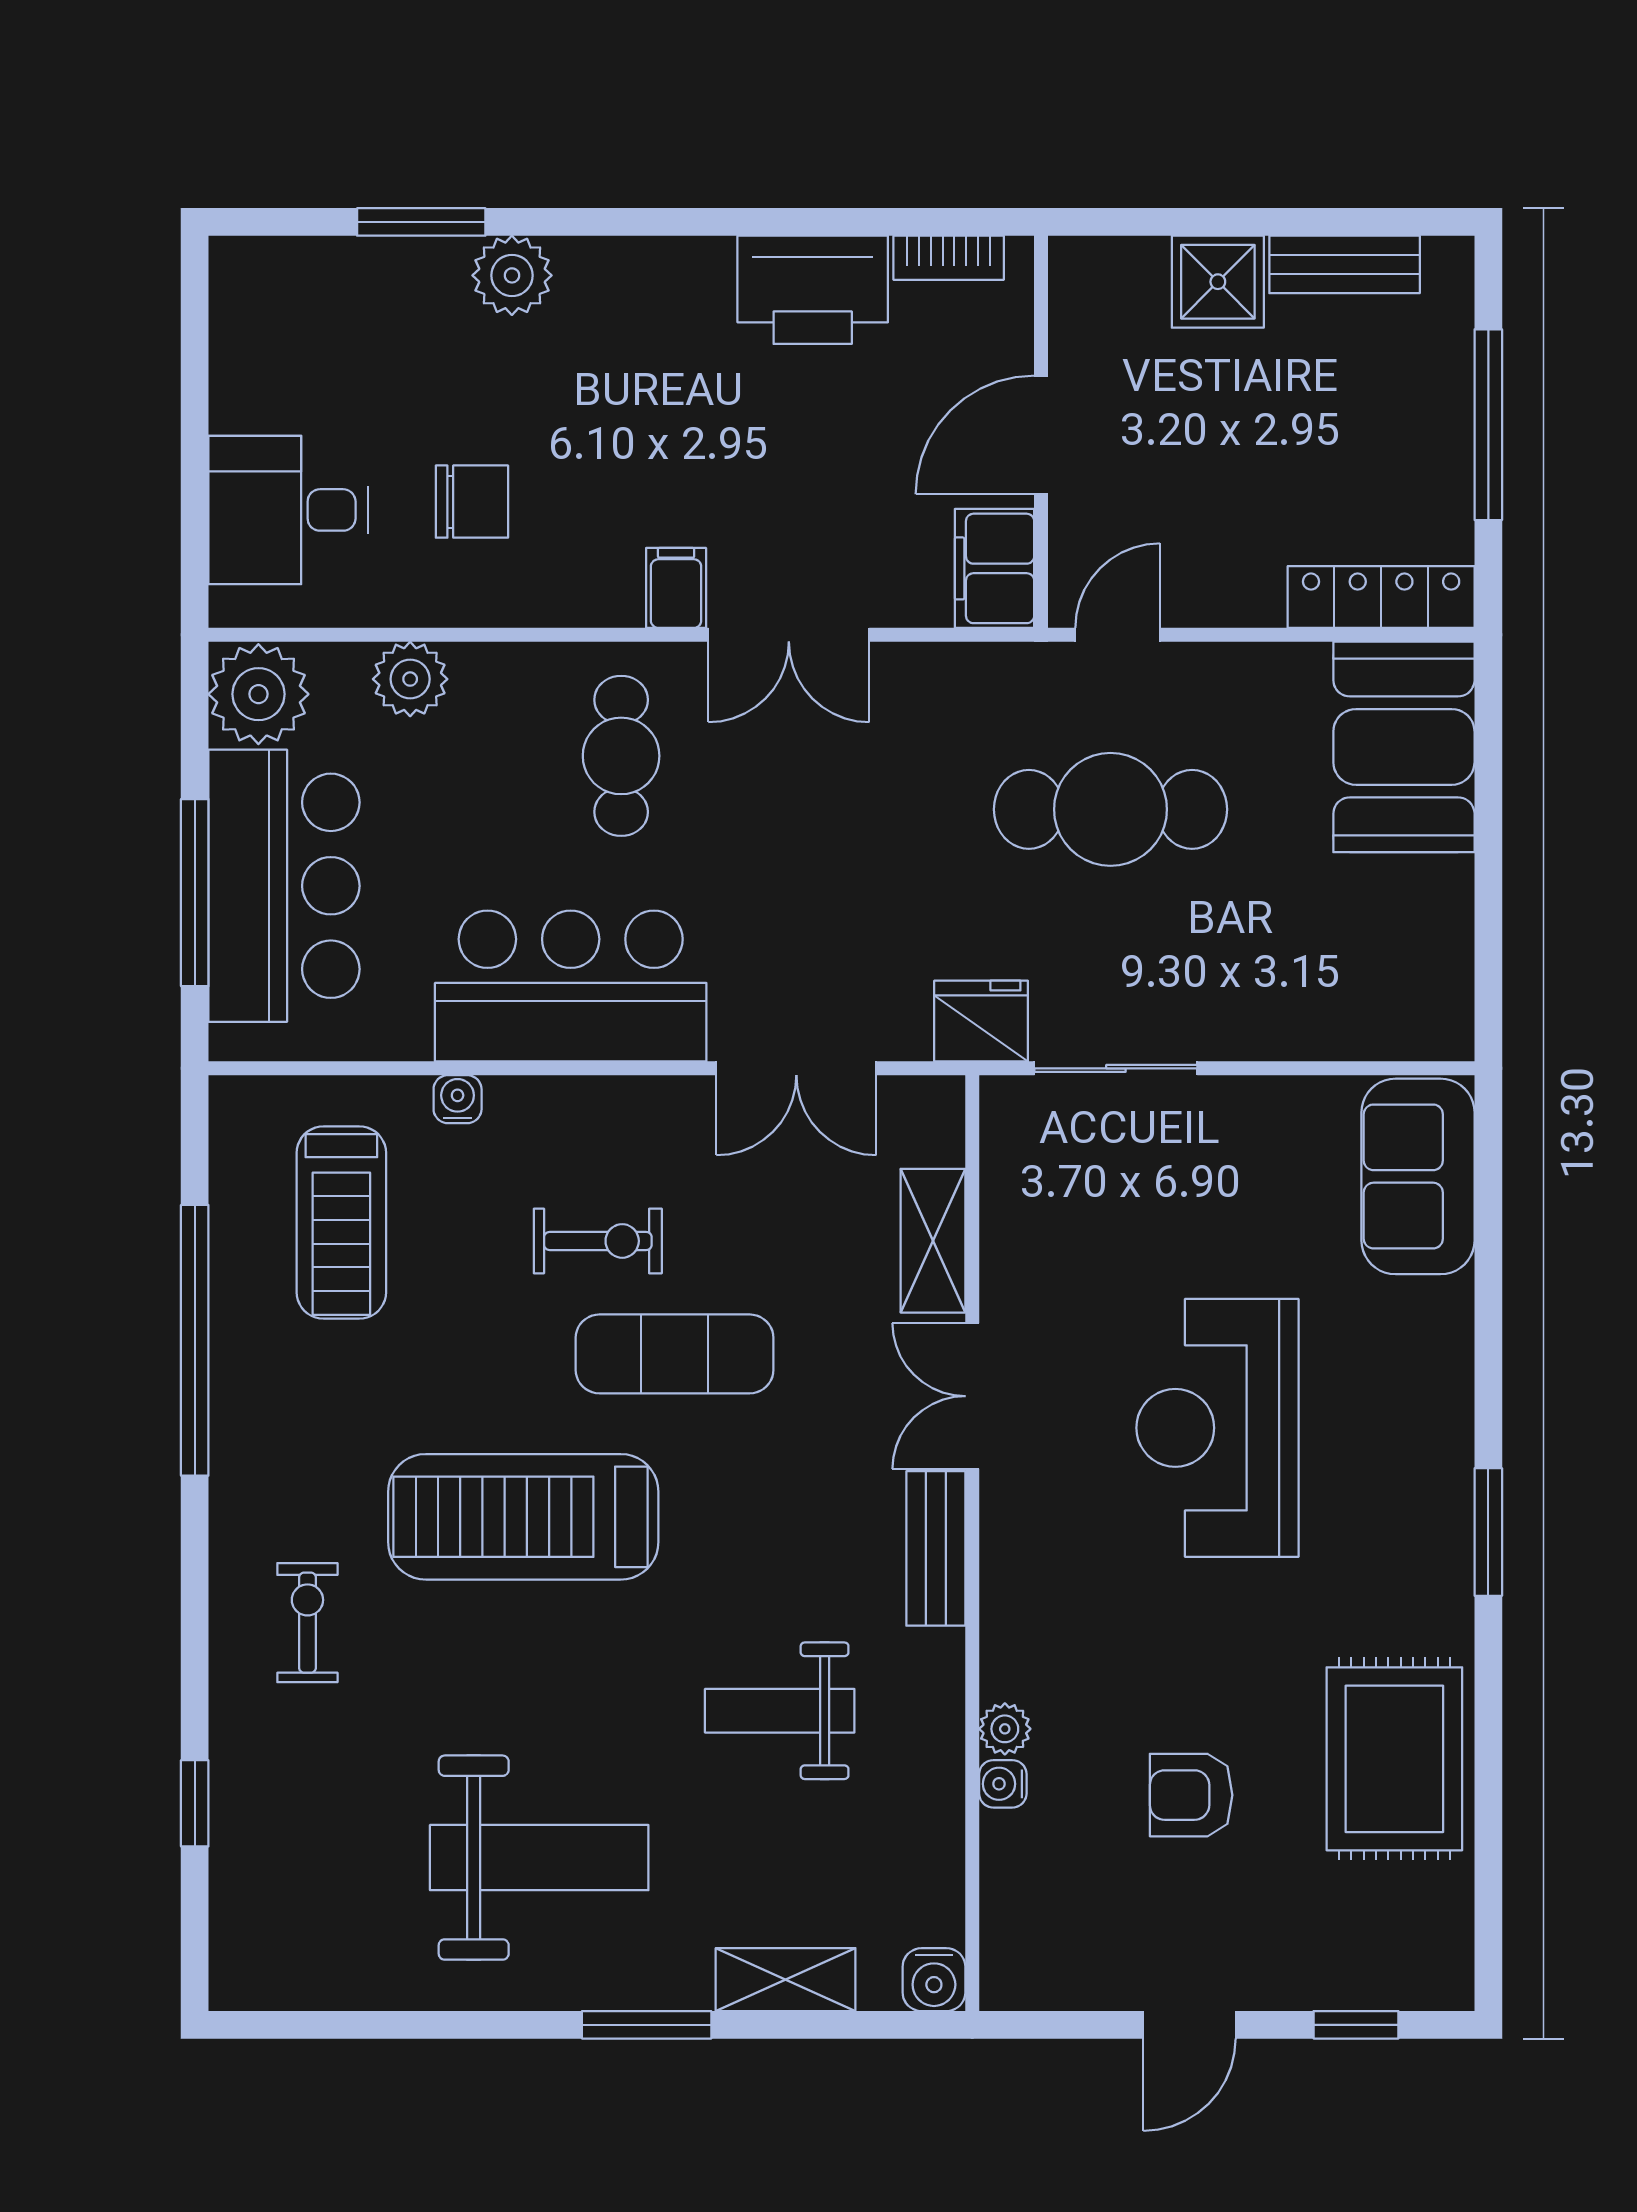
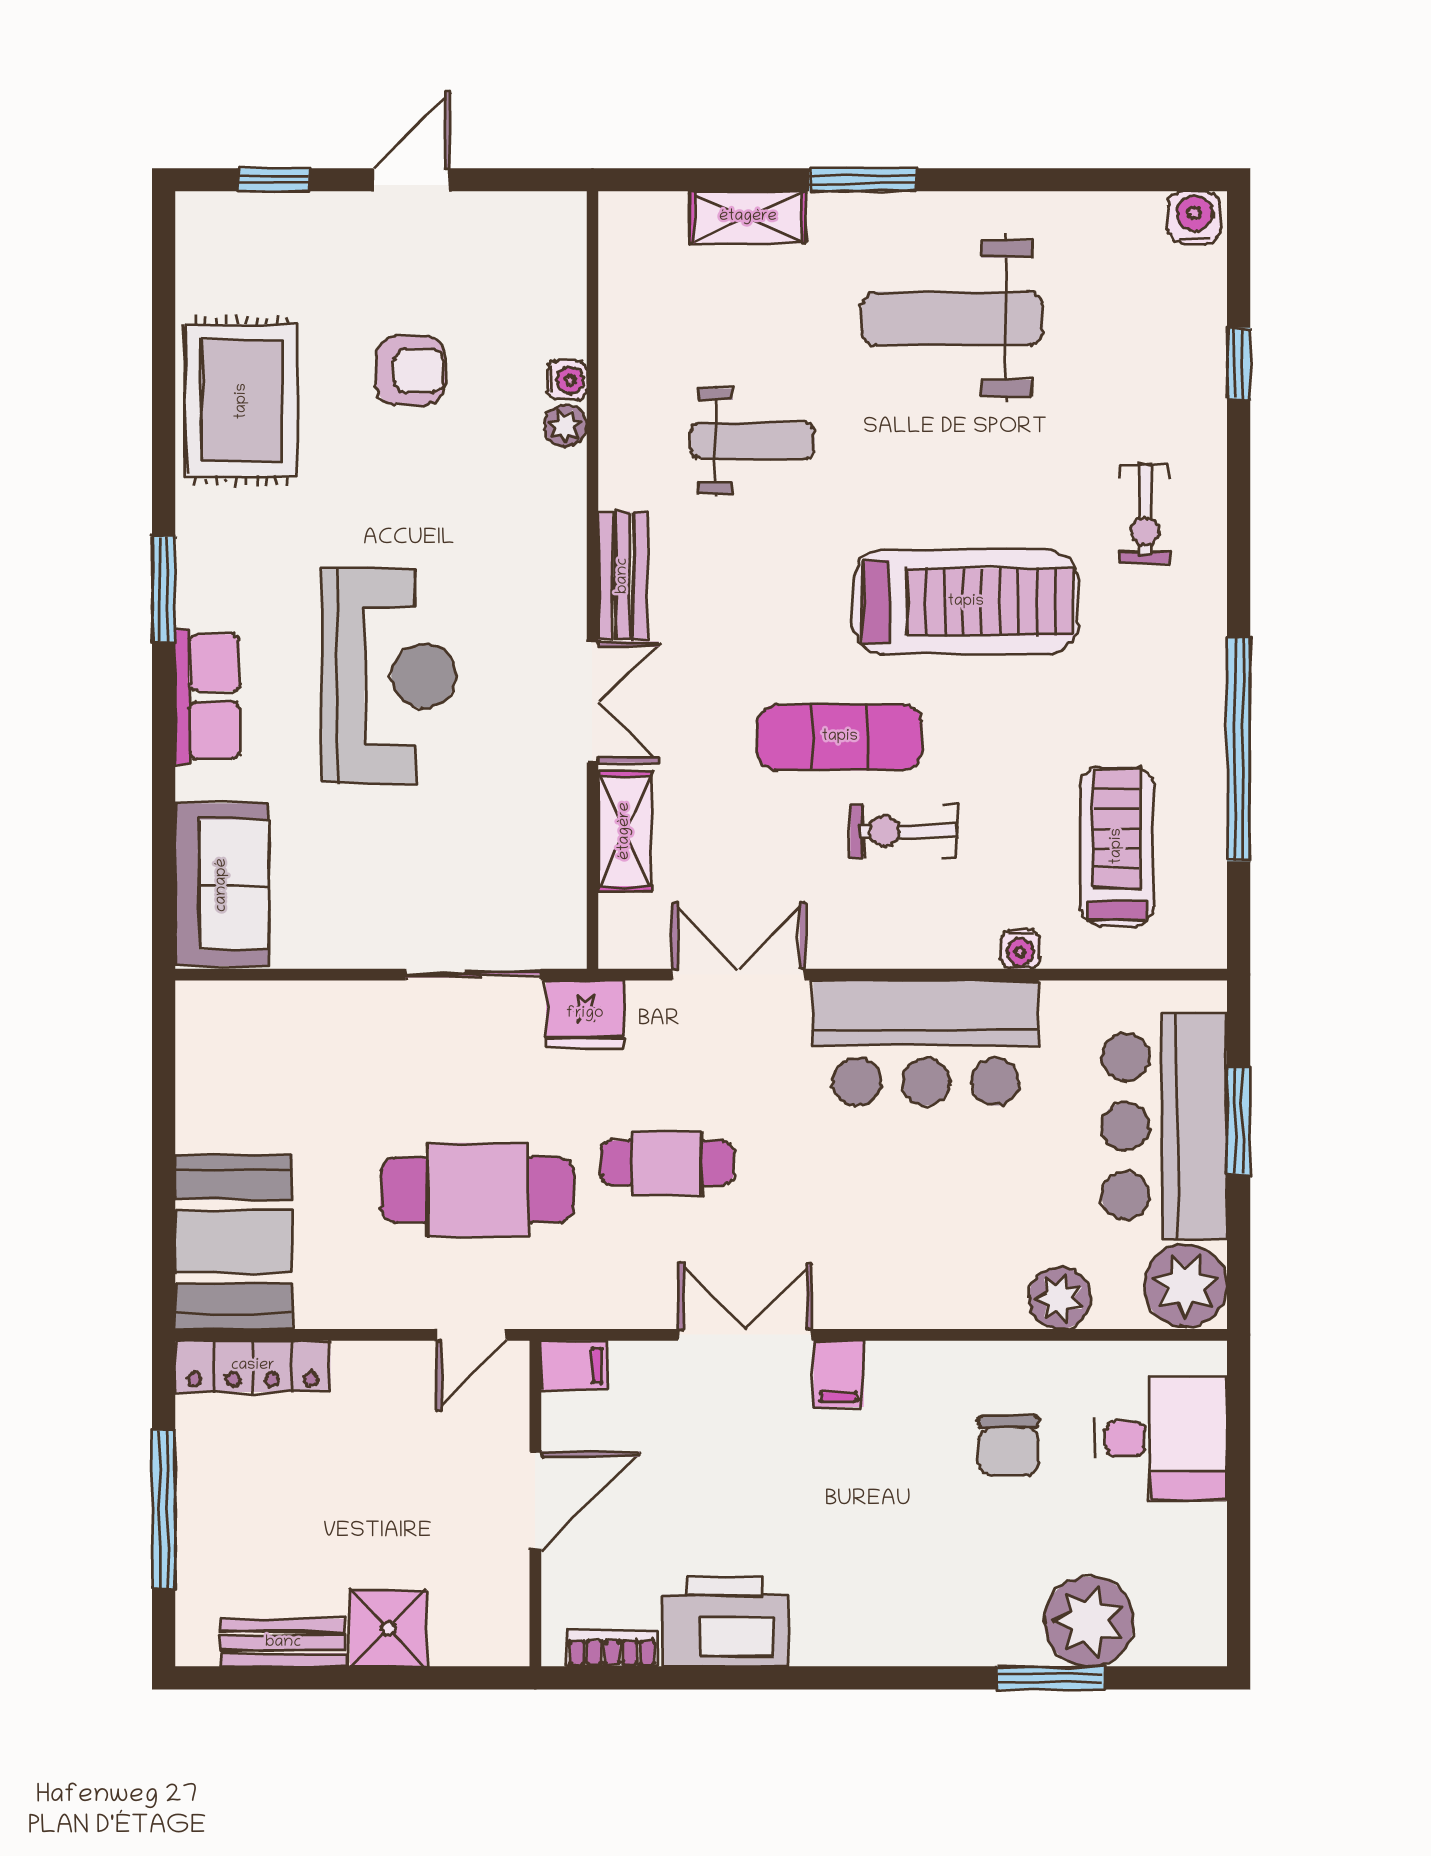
plant: (512, 275) -> (1089, 1622), moved, width x1.36, depth x1.36
chair: (472, 502) -> (1008, 1446), turned -90
filing cabinet: (994, 568) -> (574, 1365), width x0.50
cafe table: (621, 756) -> (667, 1163), moved, turned 90
window: (195, 893) -> (1239, 1121), width x0.69
row of seats: (1436, 1403) -> (207, 696), added
water cooler: (934, 1980) -> (1194, 217), moved

